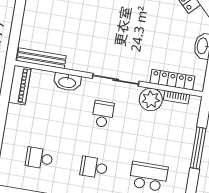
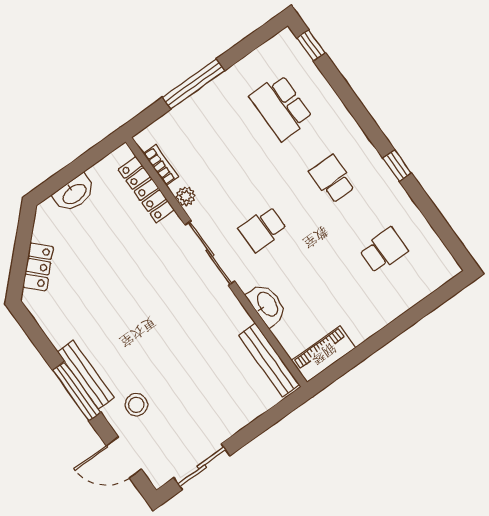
plant: (151, 99) -> (186, 196), width x0.53, depth x0.53
school desk: (39, 158) -> (383, 250), turned -90
school desk: (94, 167) -> (332, 179), turned 180

